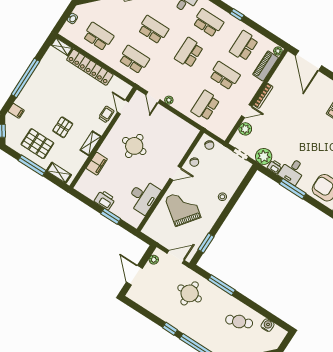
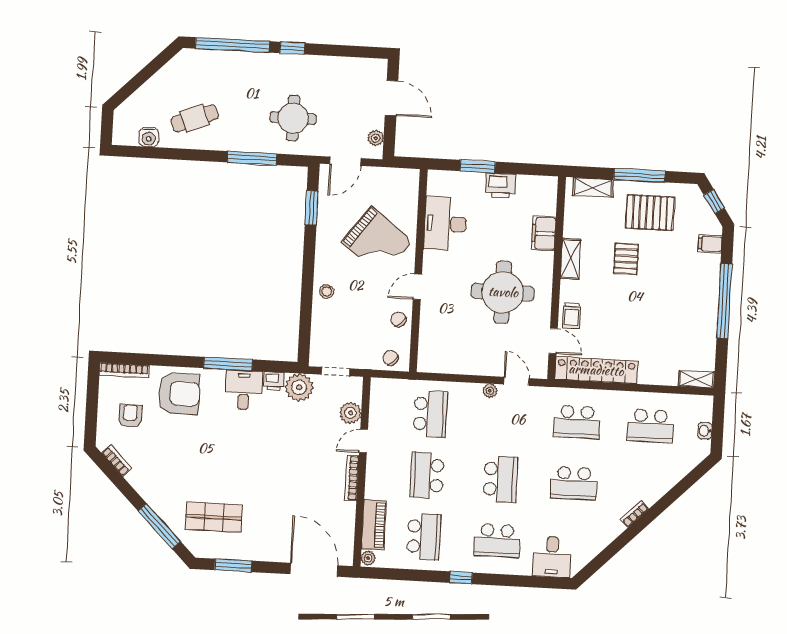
locker: (90, 67) -> (596, 370), moved
school desk: (225, 76) -> (427, 475), turned 90
round table: (134, 146) -> (503, 292), width x1.36, depth x1.36

